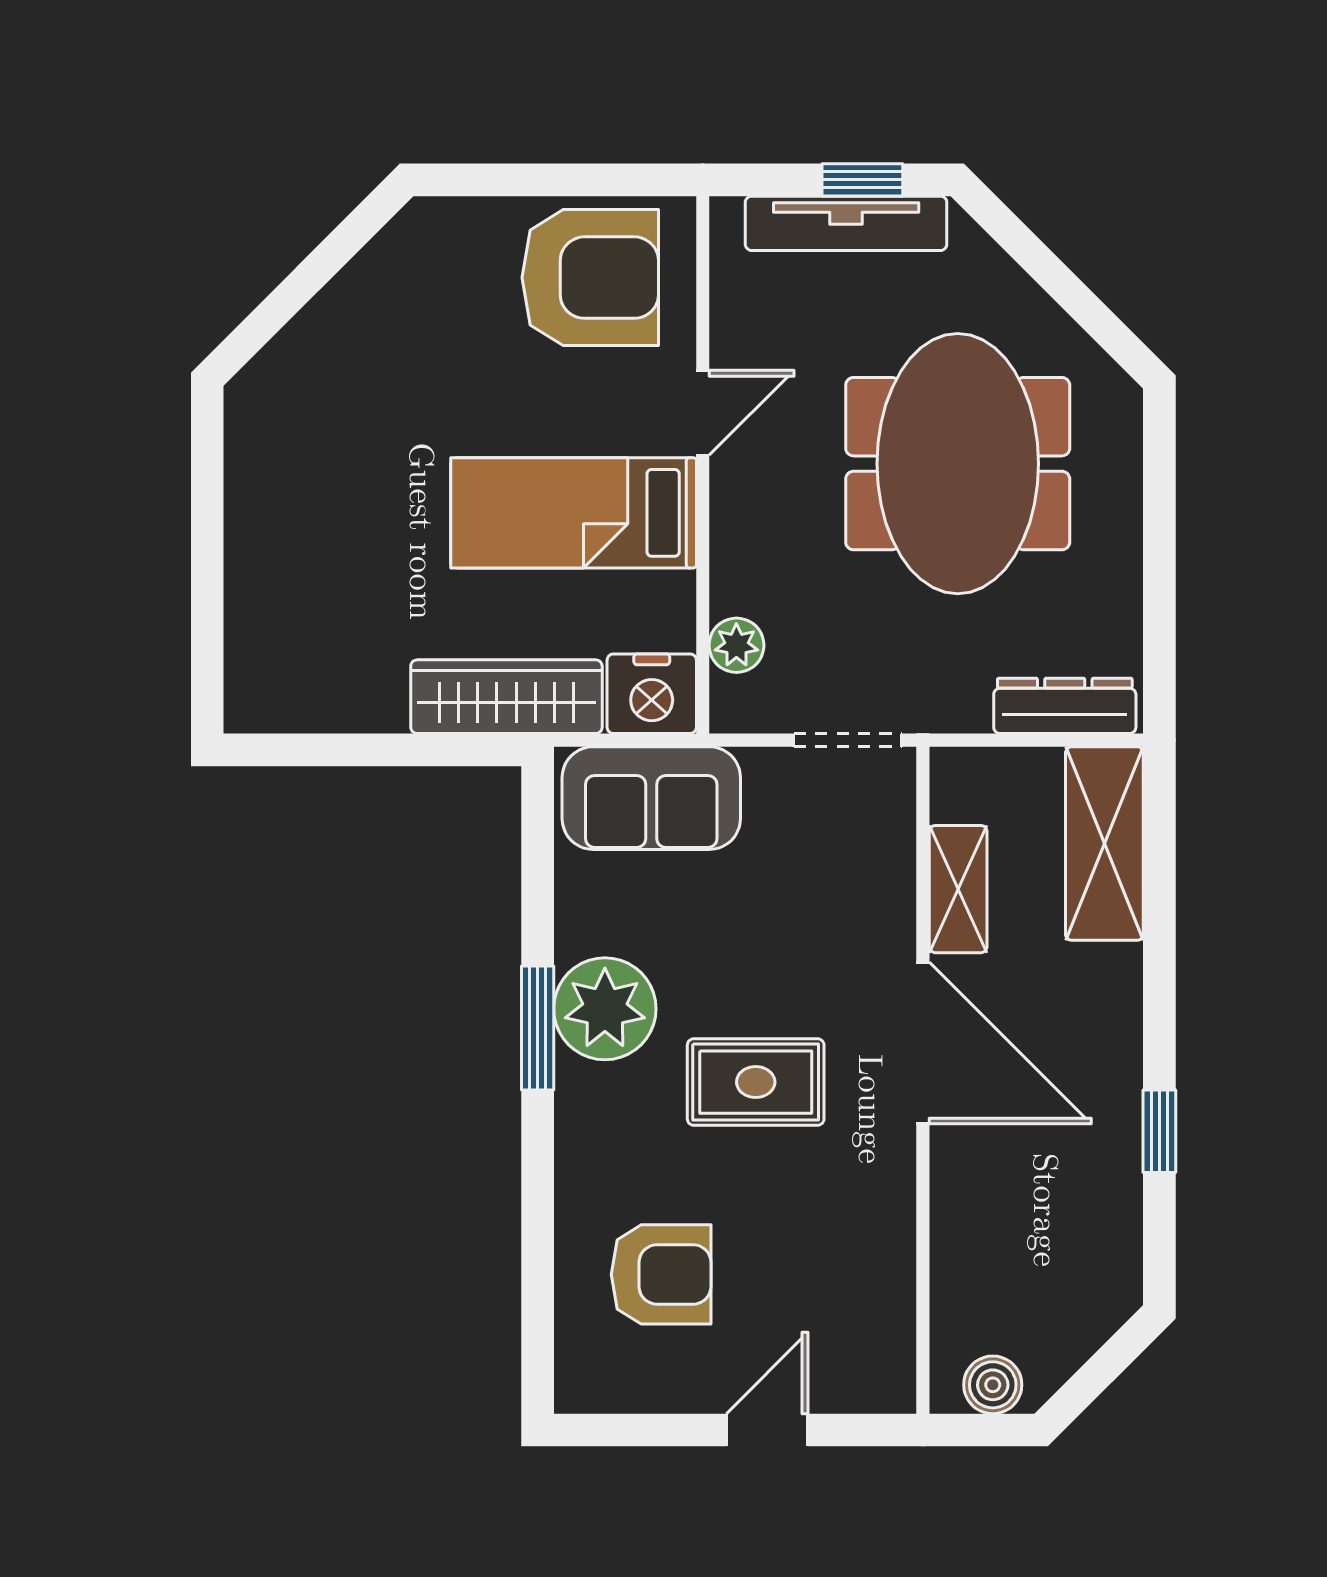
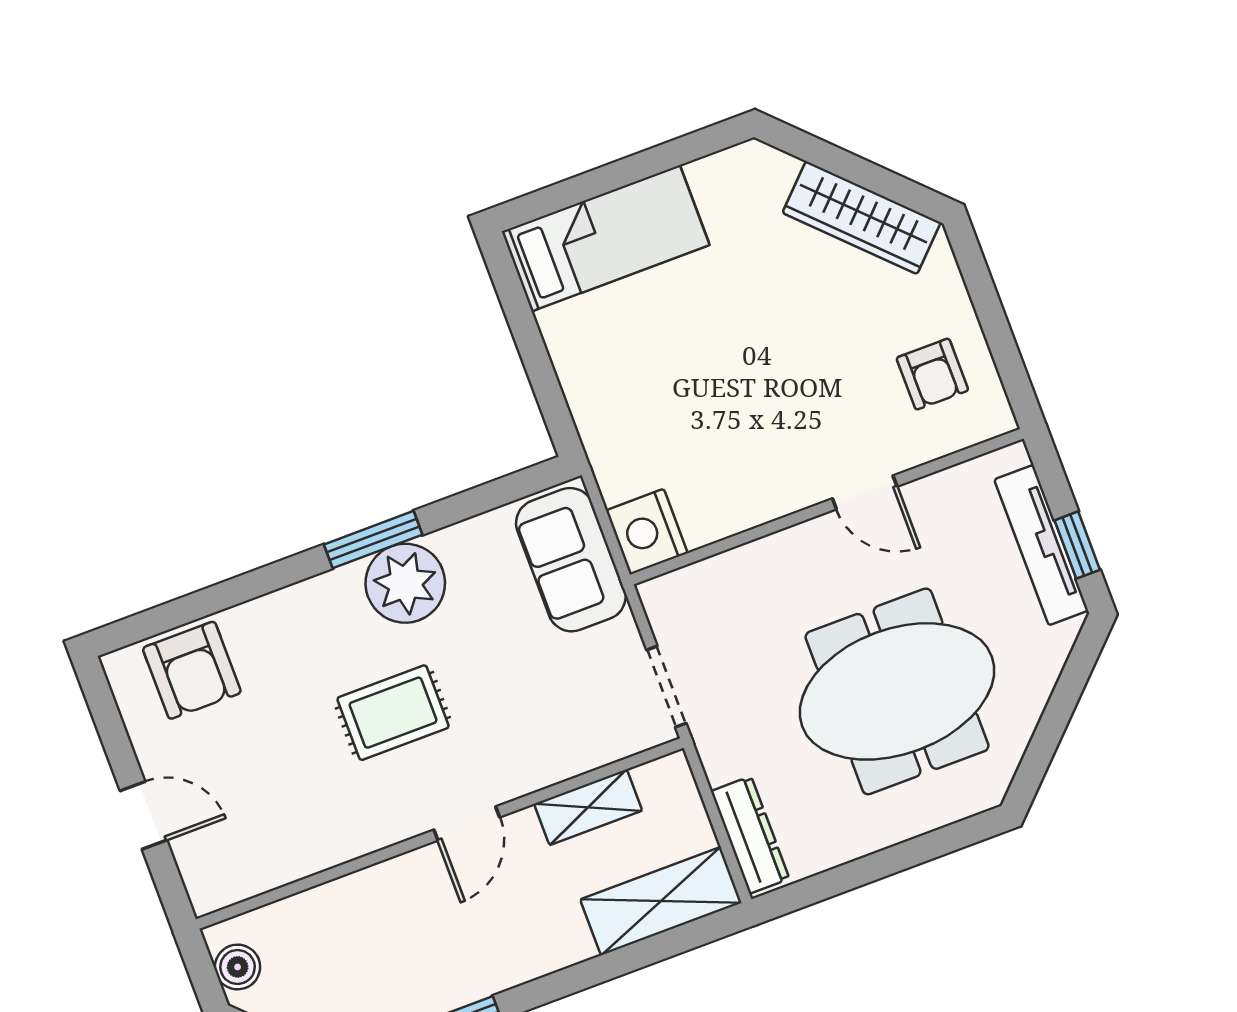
armchair: (590, 278) -> (932, 374), width x0.53, depth x0.53
bed: (574, 513) -> (606, 238), moved, turned 90
plant: (736, 645) -> (705, 580), removed
wardrobe: (506, 697) -> (862, 218), moved, turned 135
door: (923, 1043) -> (467, 823), width x0.53
rug: (756, 1082) -> (393, 713), turned 90
armchair: (661, 1274) -> (192, 670), moved

